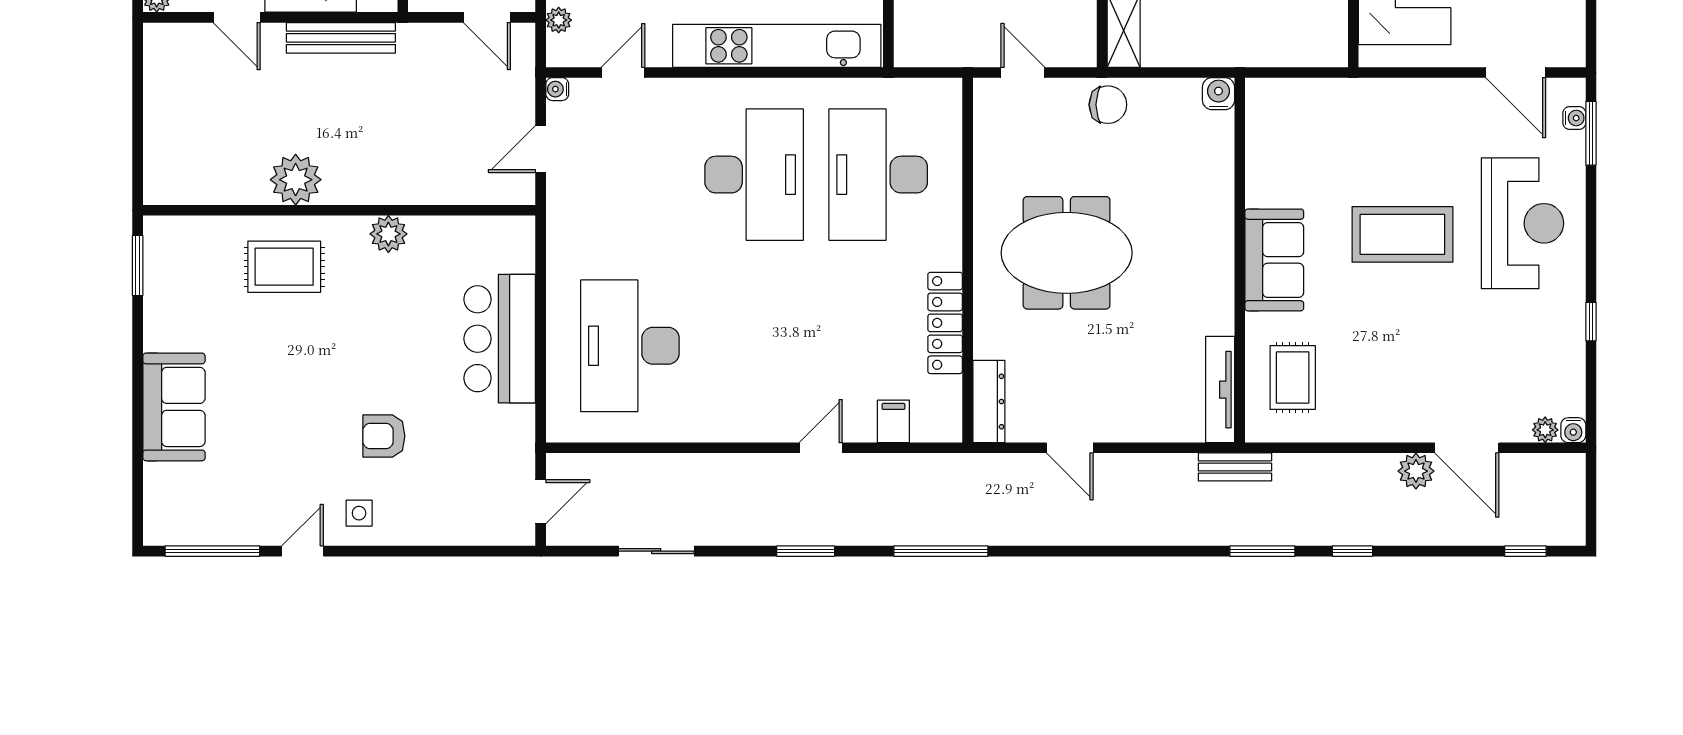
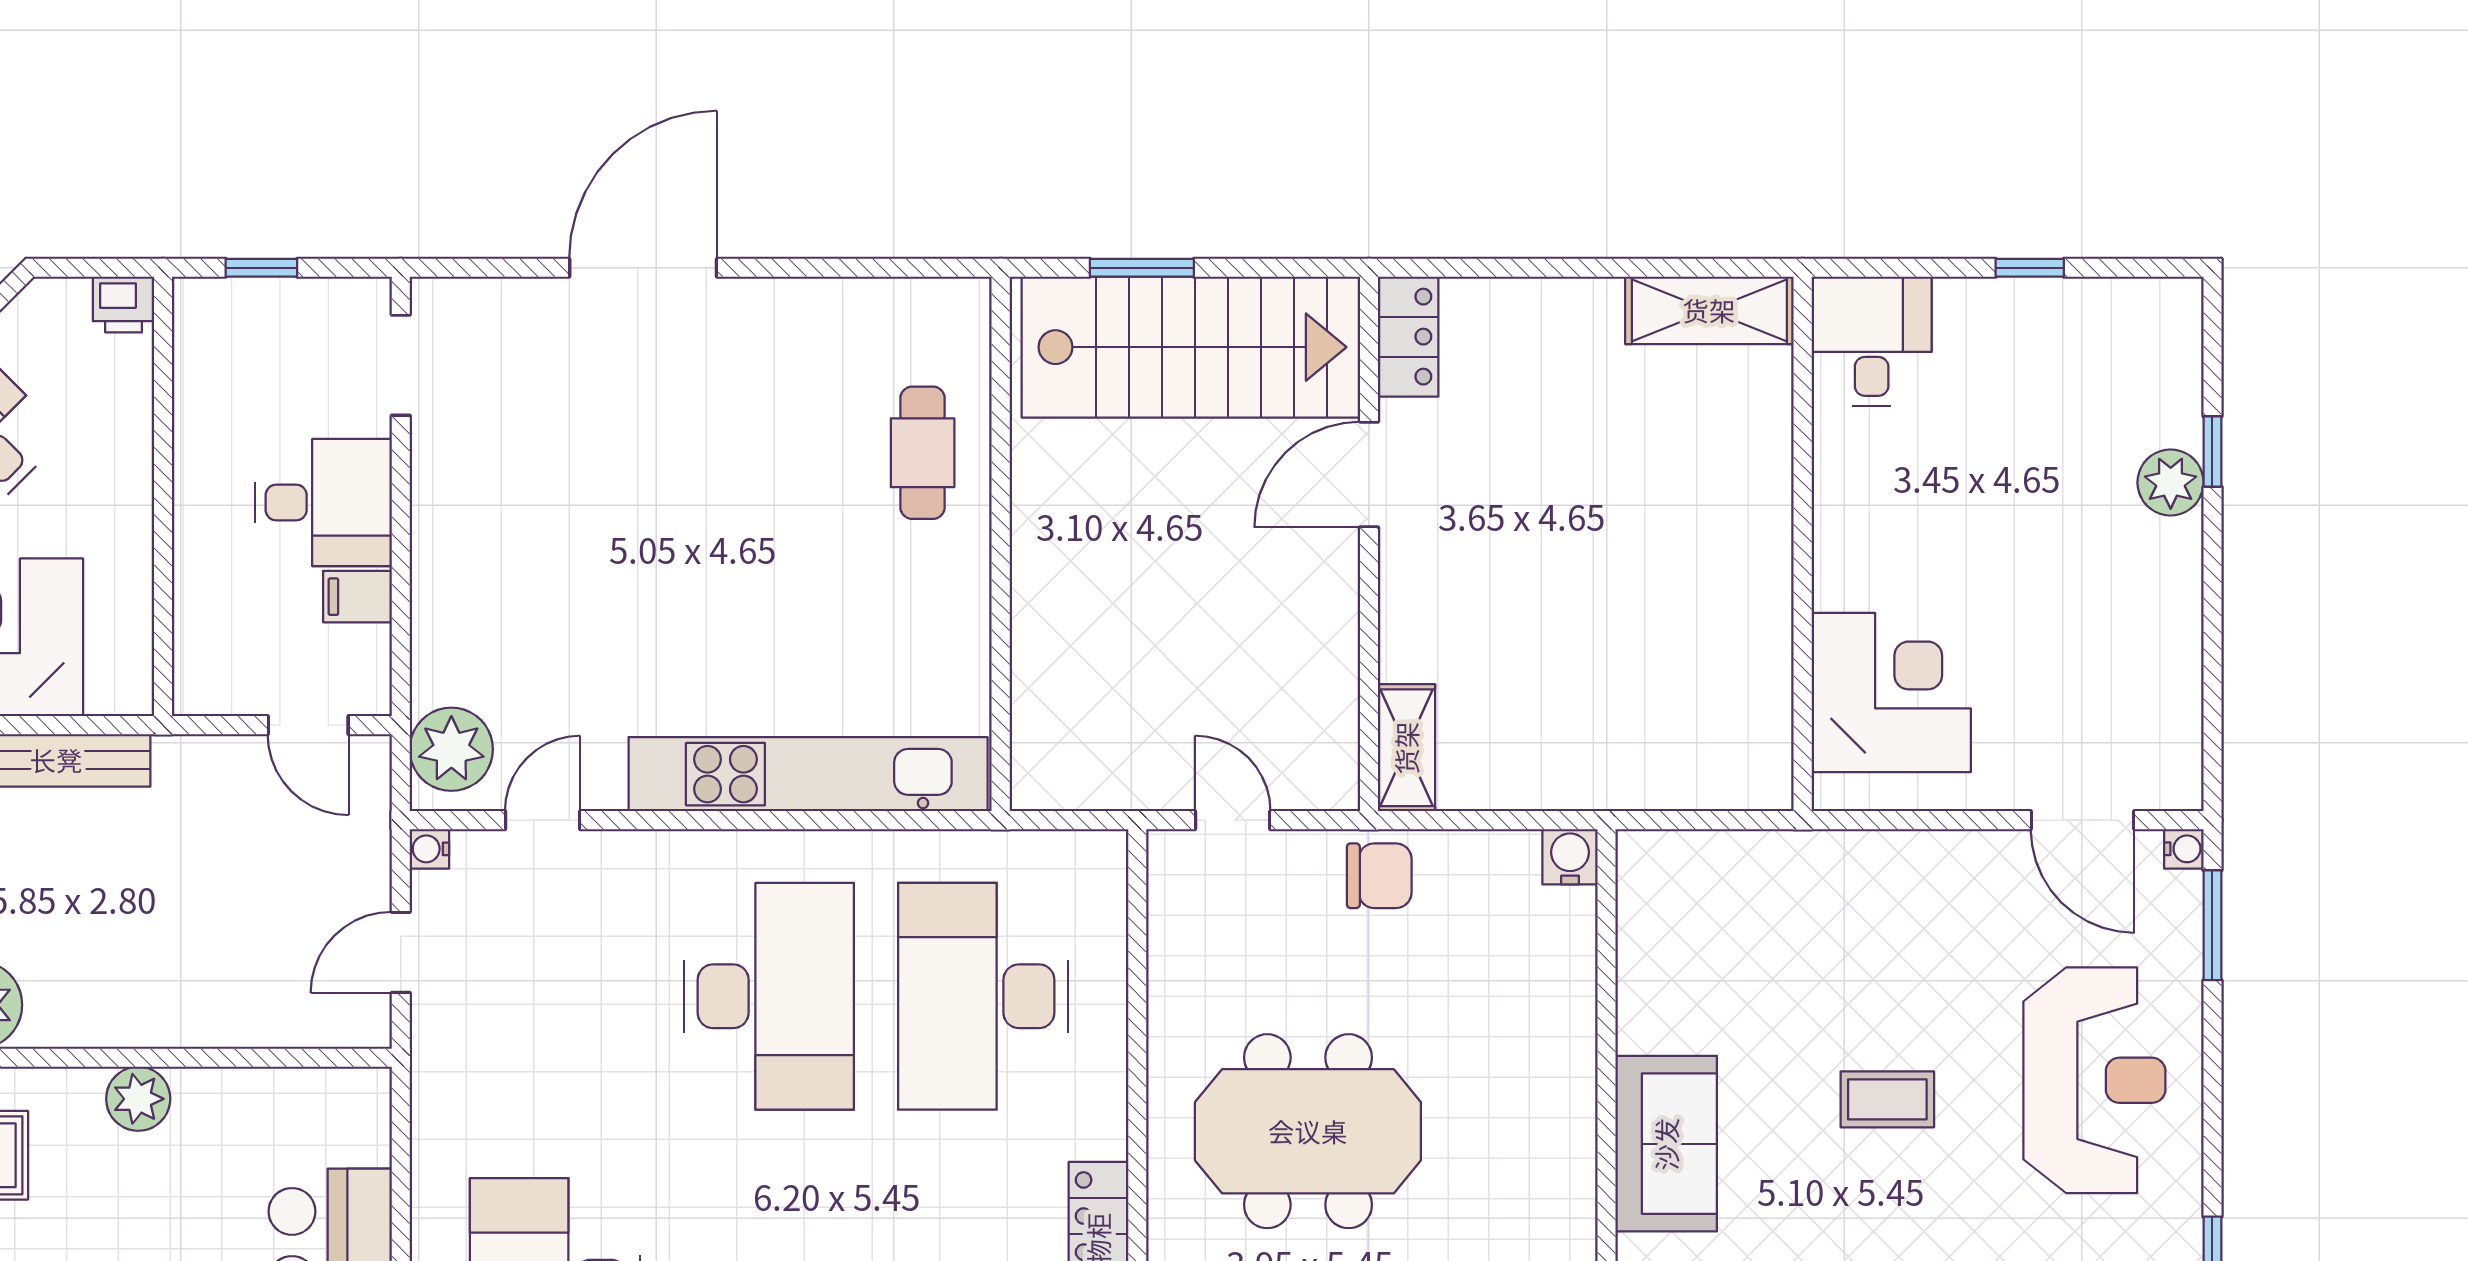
plant: (559, 20) -> (451, 749), width x1.87, depth x1.87
water cooler: (1574, 118) -> (2184, 849), moved
coffee table: (1402, 234) -> (1887, 1099), width x0.54, depth x0.58

